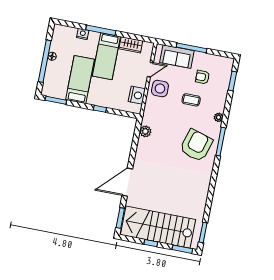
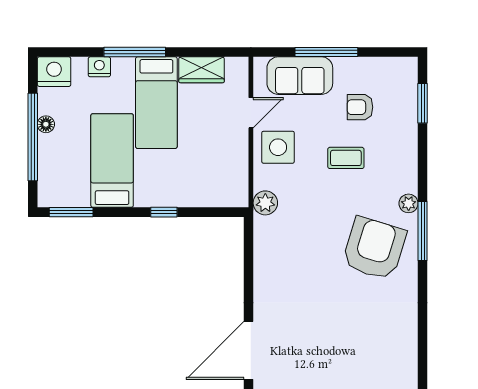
nightstand: (137, 95) -> (54, 72), moved, turned -90
plant: (219, 117) -> (409, 203), moved
plant: (145, 131) -> (265, 203), moved

